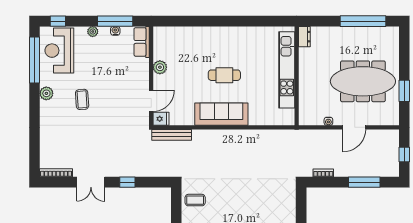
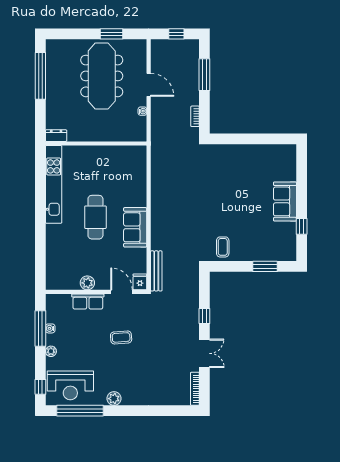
row of seats: (142, 42) -> (88, 302), moved
kitchen unit: (287, 70) -> (54, 184), moved, turned -90
cafe table: (224, 75) -> (95, 217), width x1.37, depth x1.35
coffee table: (82, 99) -> (121, 337), moved
sofa: (221, 114) -> (135, 227), width x0.73

